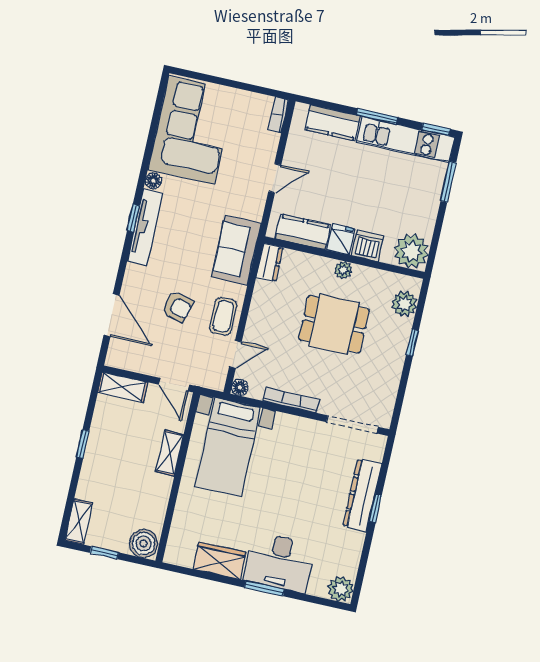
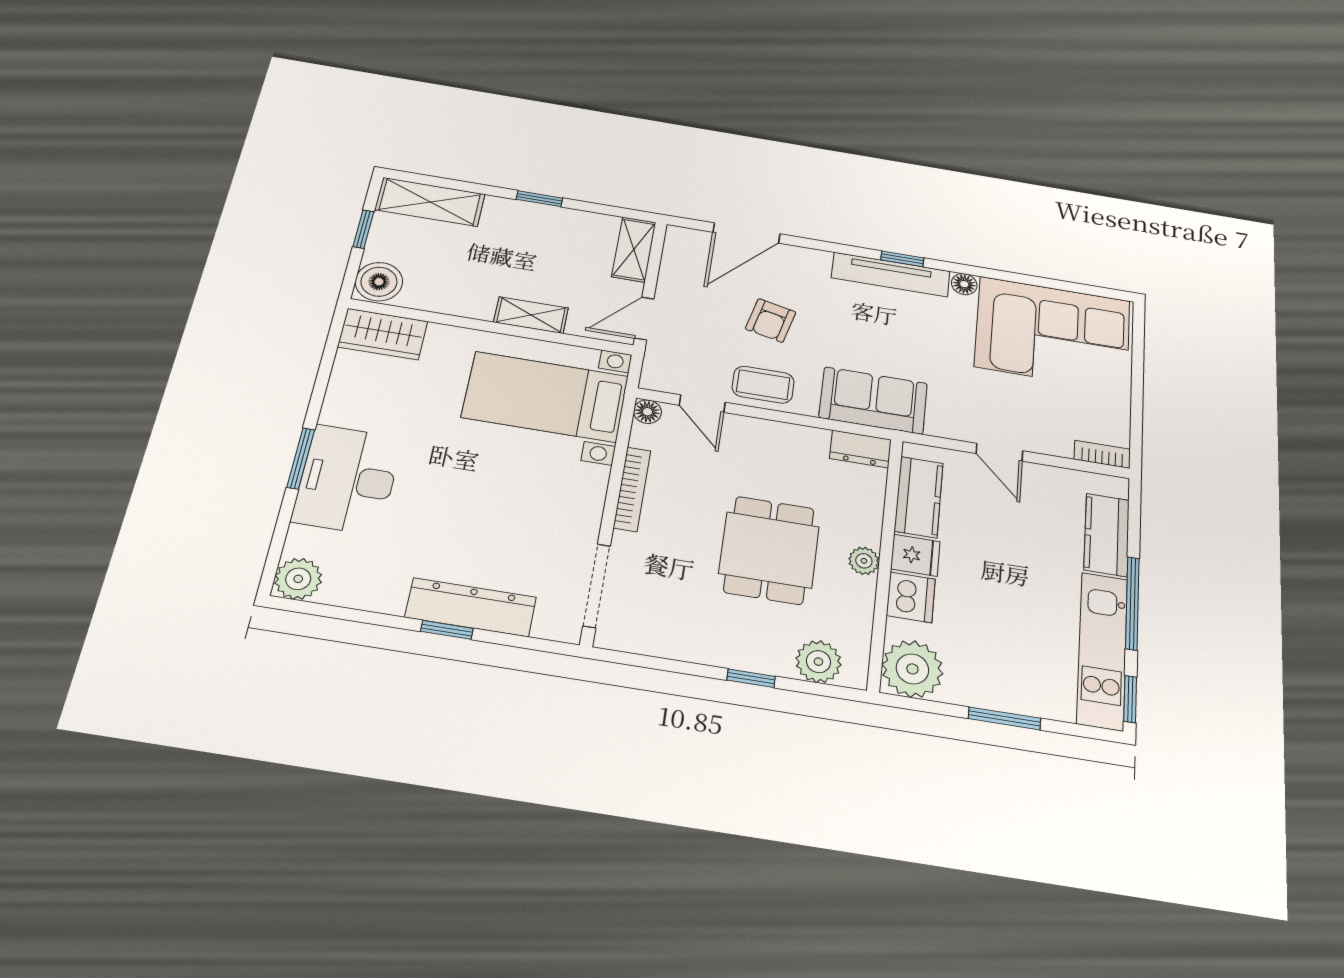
window: (377, 116) -> (1132, 603), width x1.44
window: (448, 182) -> (1004, 718), moved
shelving: (79, 522) -> (430, 202), width x1.50, depth x1.33
wardrobe: (220, 561) -> (383, 334), moved, turned 90

